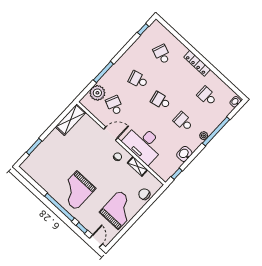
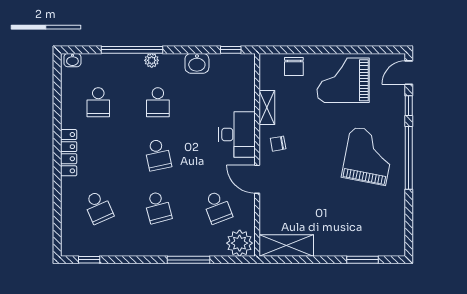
school desk: (162, 54) -> (98, 207), turned -45
plant: (97, 93) -> (240, 243), moved
school desk: (114, 105) -> (217, 207), turned -45
desk: (144, 144) -> (237, 135), width x0.73, depth x0.77
grand piano: (76, 190) -> (368, 156), turned -79

